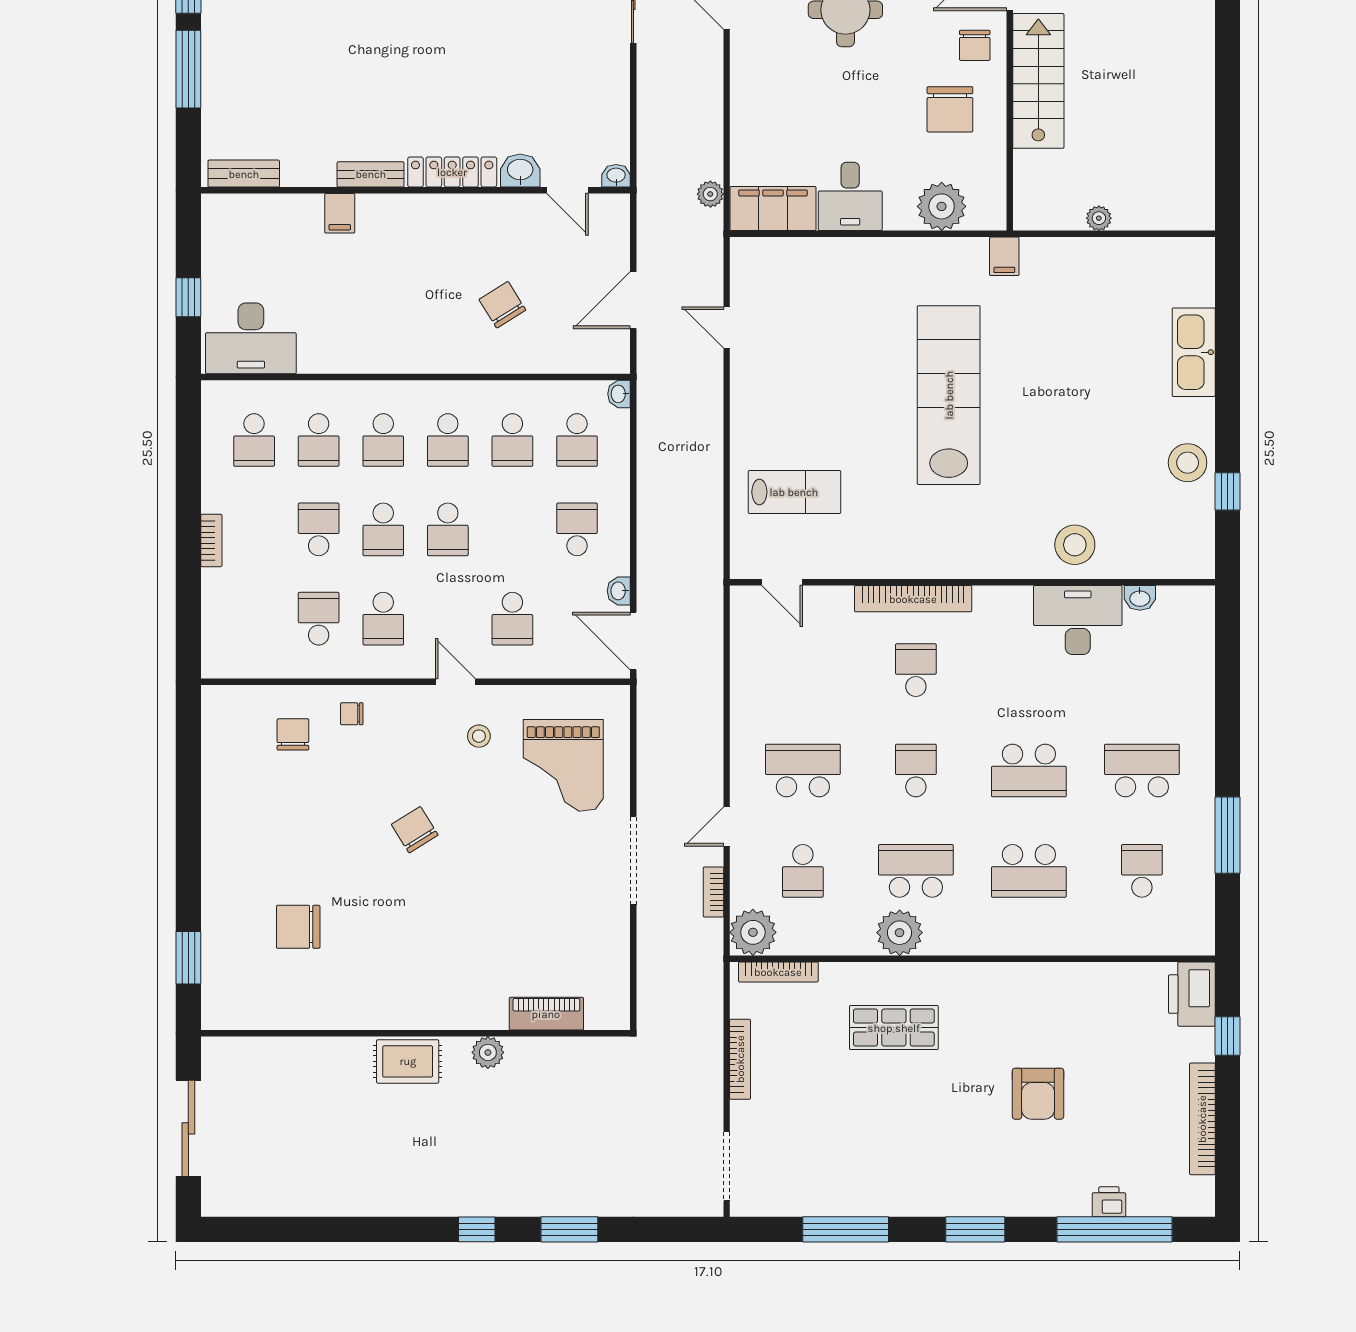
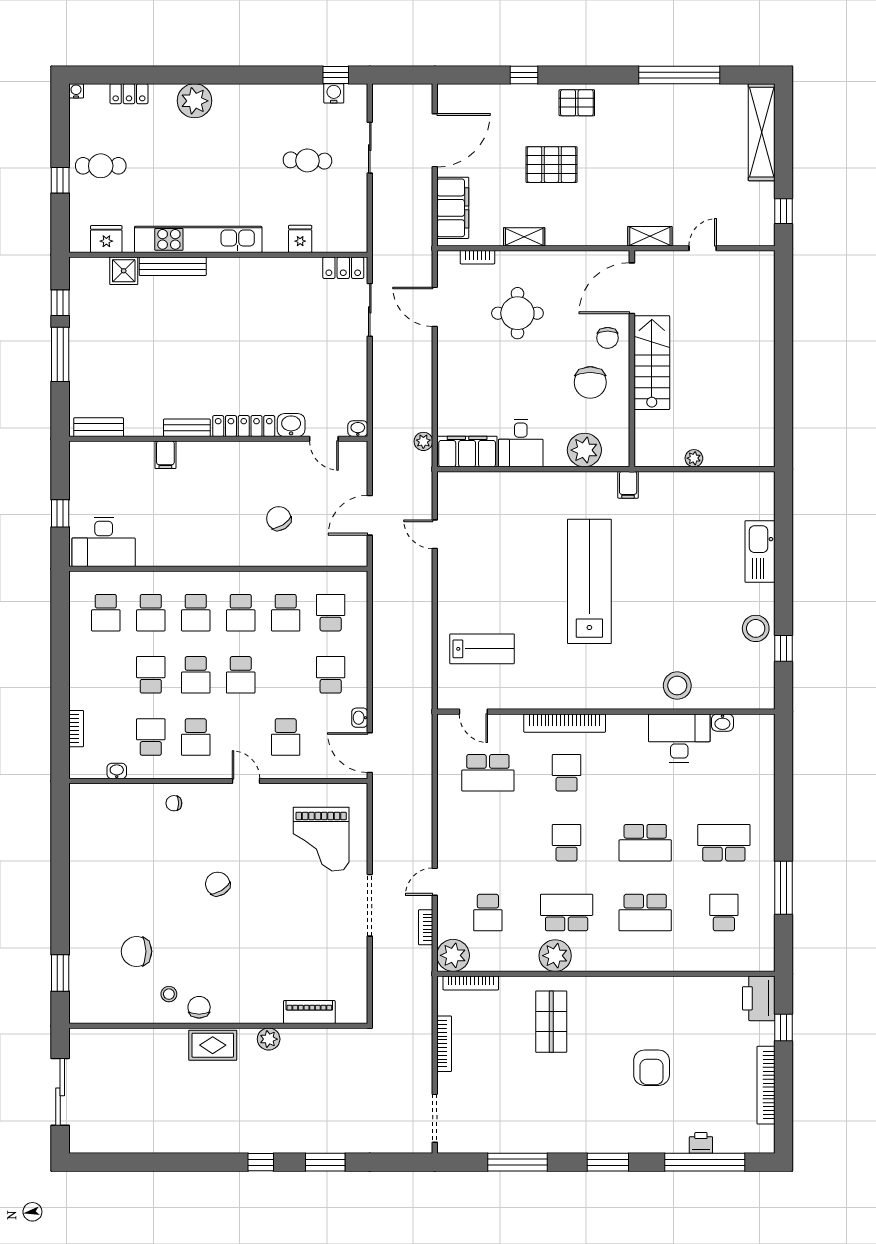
washbasin: (619, 394) -> (117, 771), moved, turned 90
school desk: (577, 440) -> (331, 613), turned 180
bookcase: (211, 540) -> (76, 729), moved
chair: (293, 734) -> (199, 1007), moved
stool: (479, 736) -> (169, 994), moved
school desk: (803, 770) -> (488, 773), moved, turned 180
shop shelf: (894, 1028) -> (551, 1022), turned 90

